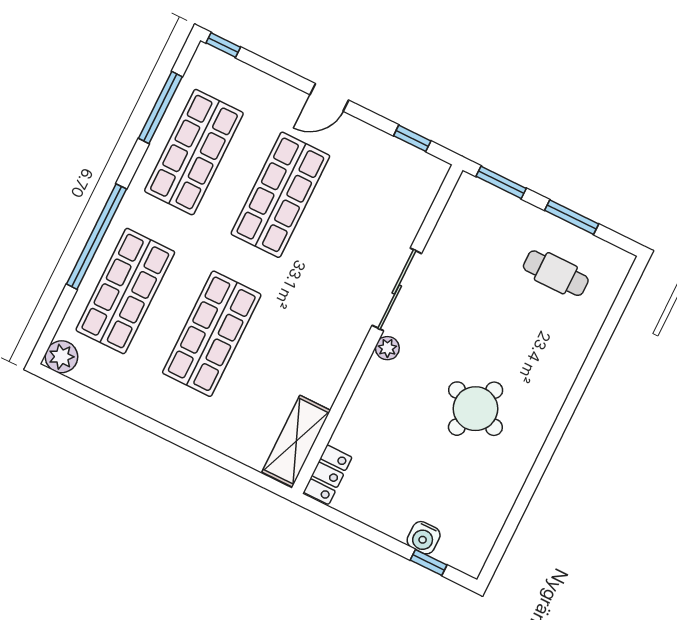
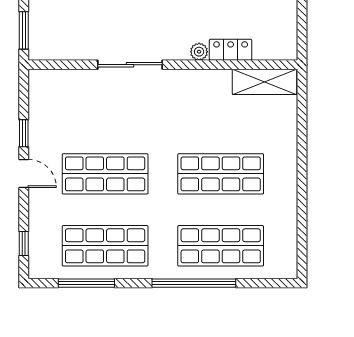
window: (223, 45) -> (24, 243), moved
window: (412, 138) -> (24, 133), moved
plant: (387, 348) -> (199, 52), moved
plant: (61, 357) -> (286, 267), removed
locker: (328, 475) -> (231, 50), moved

